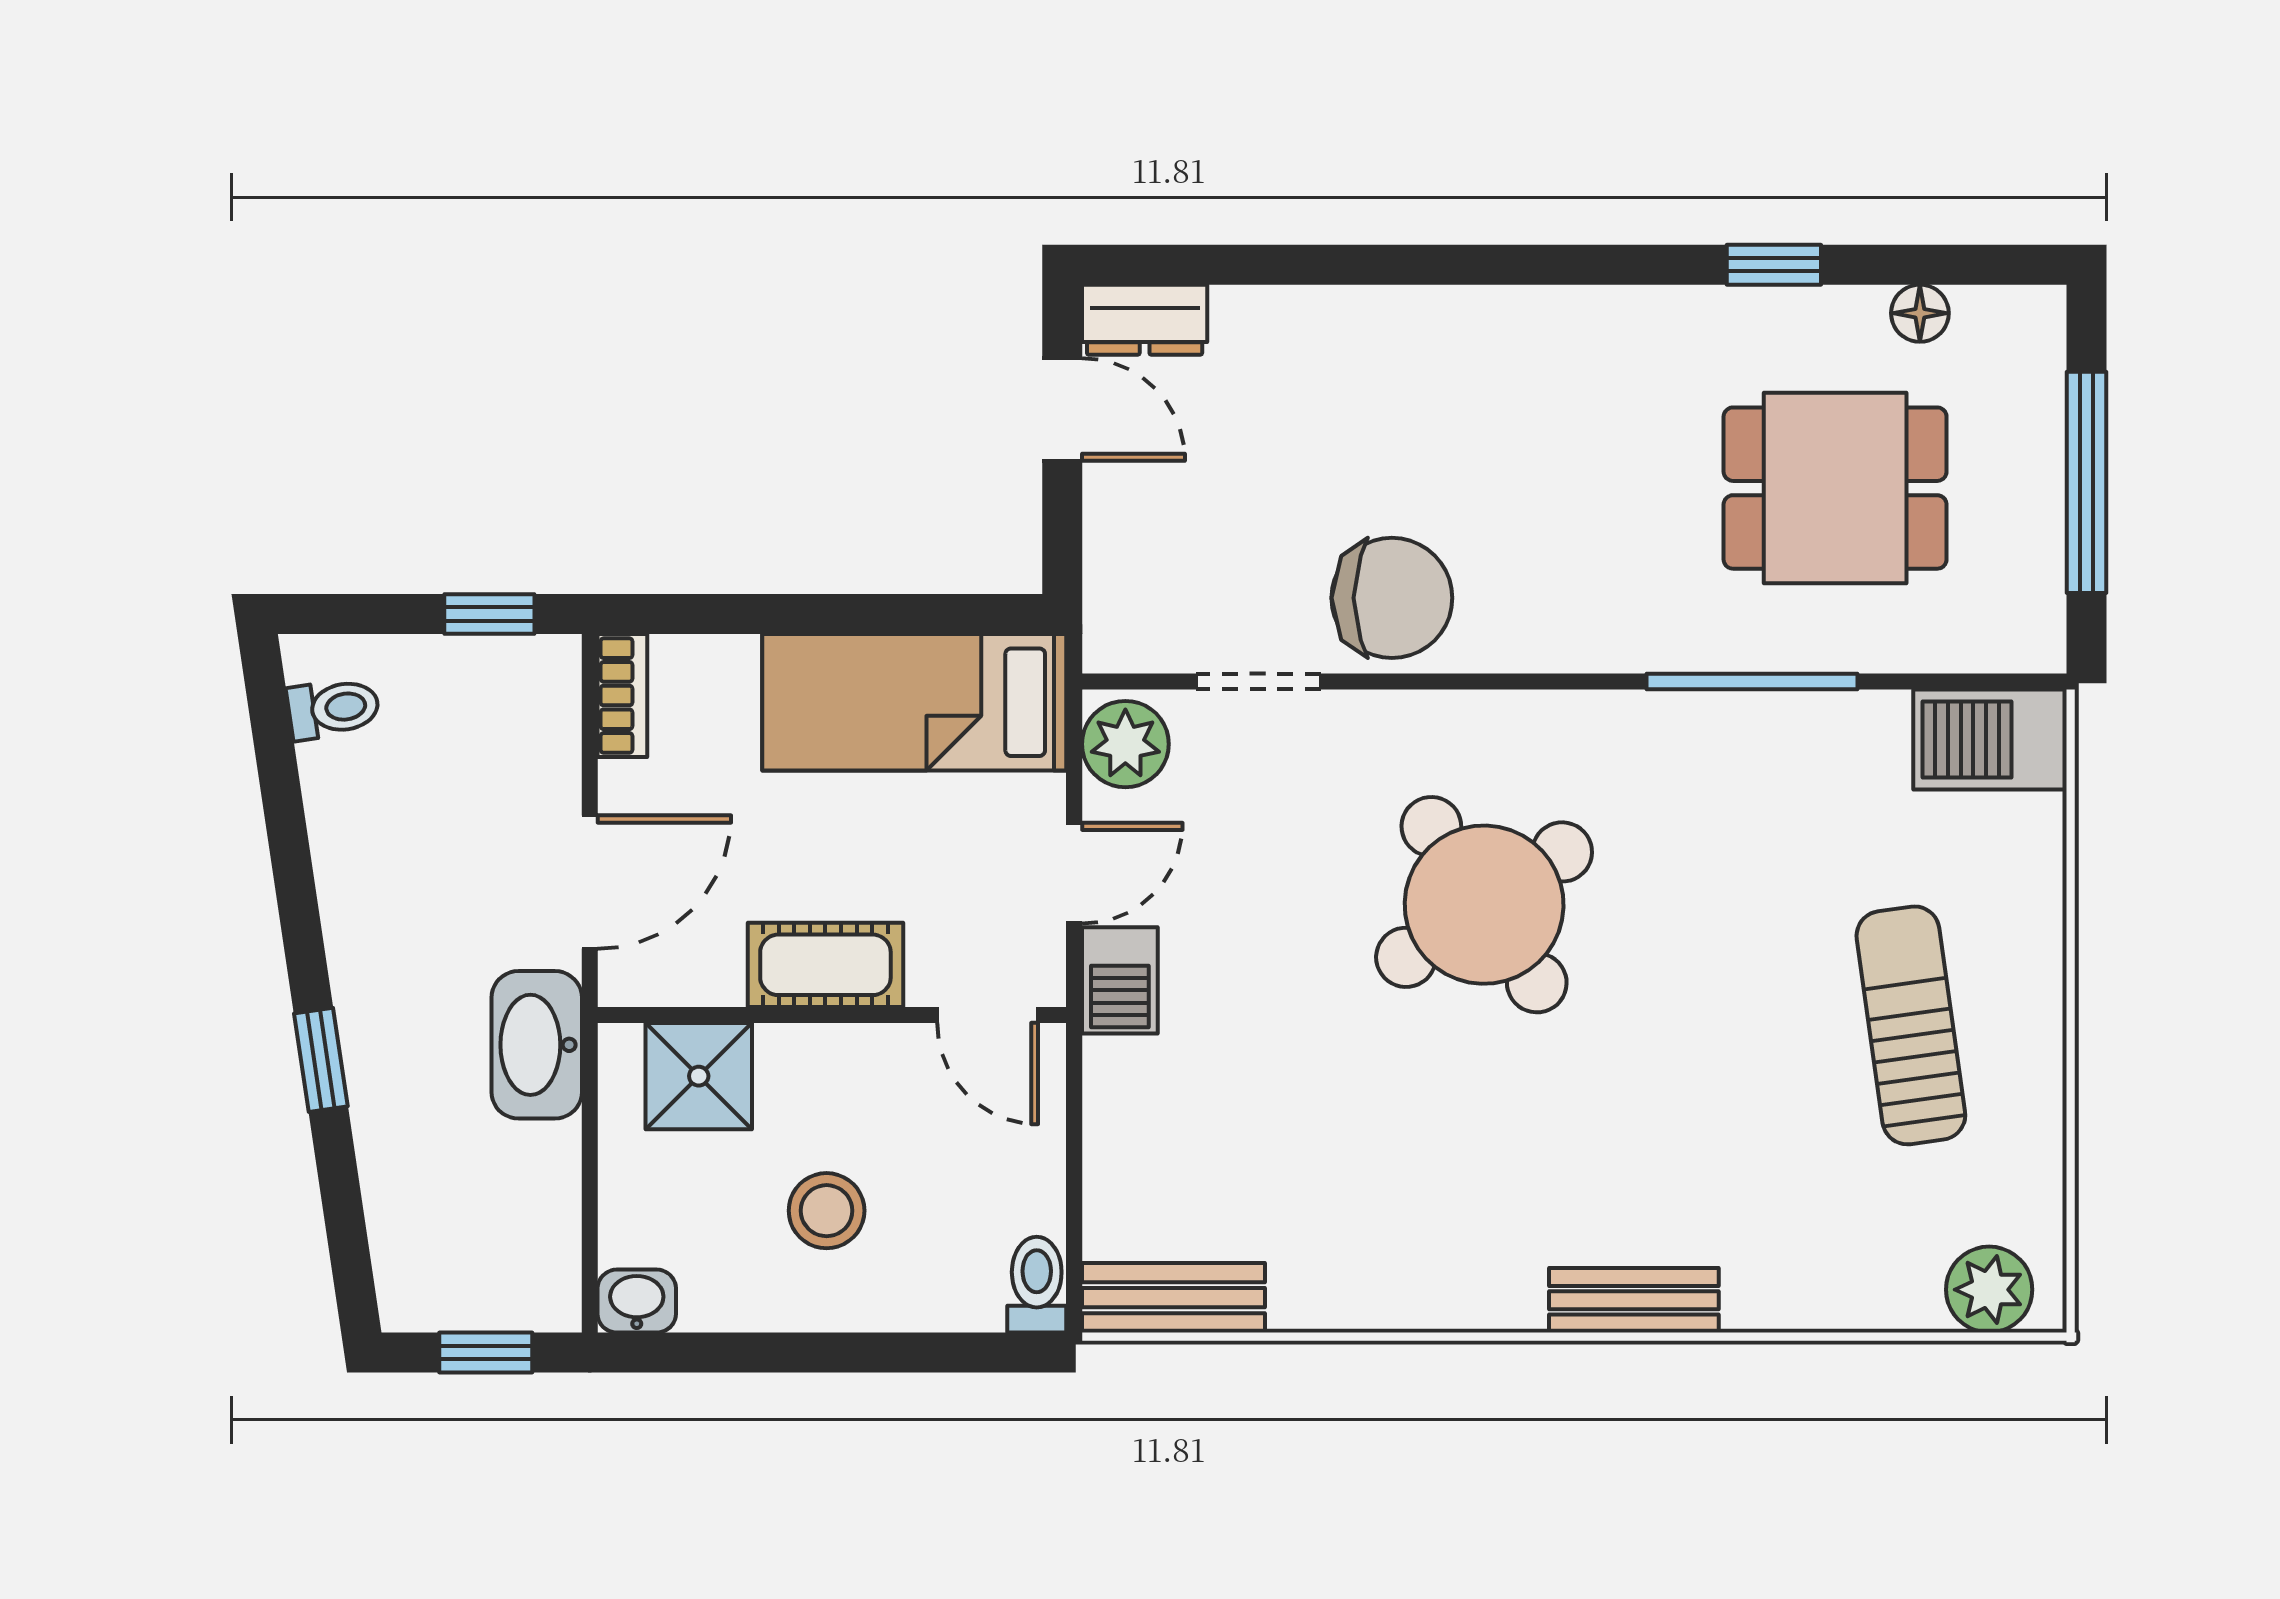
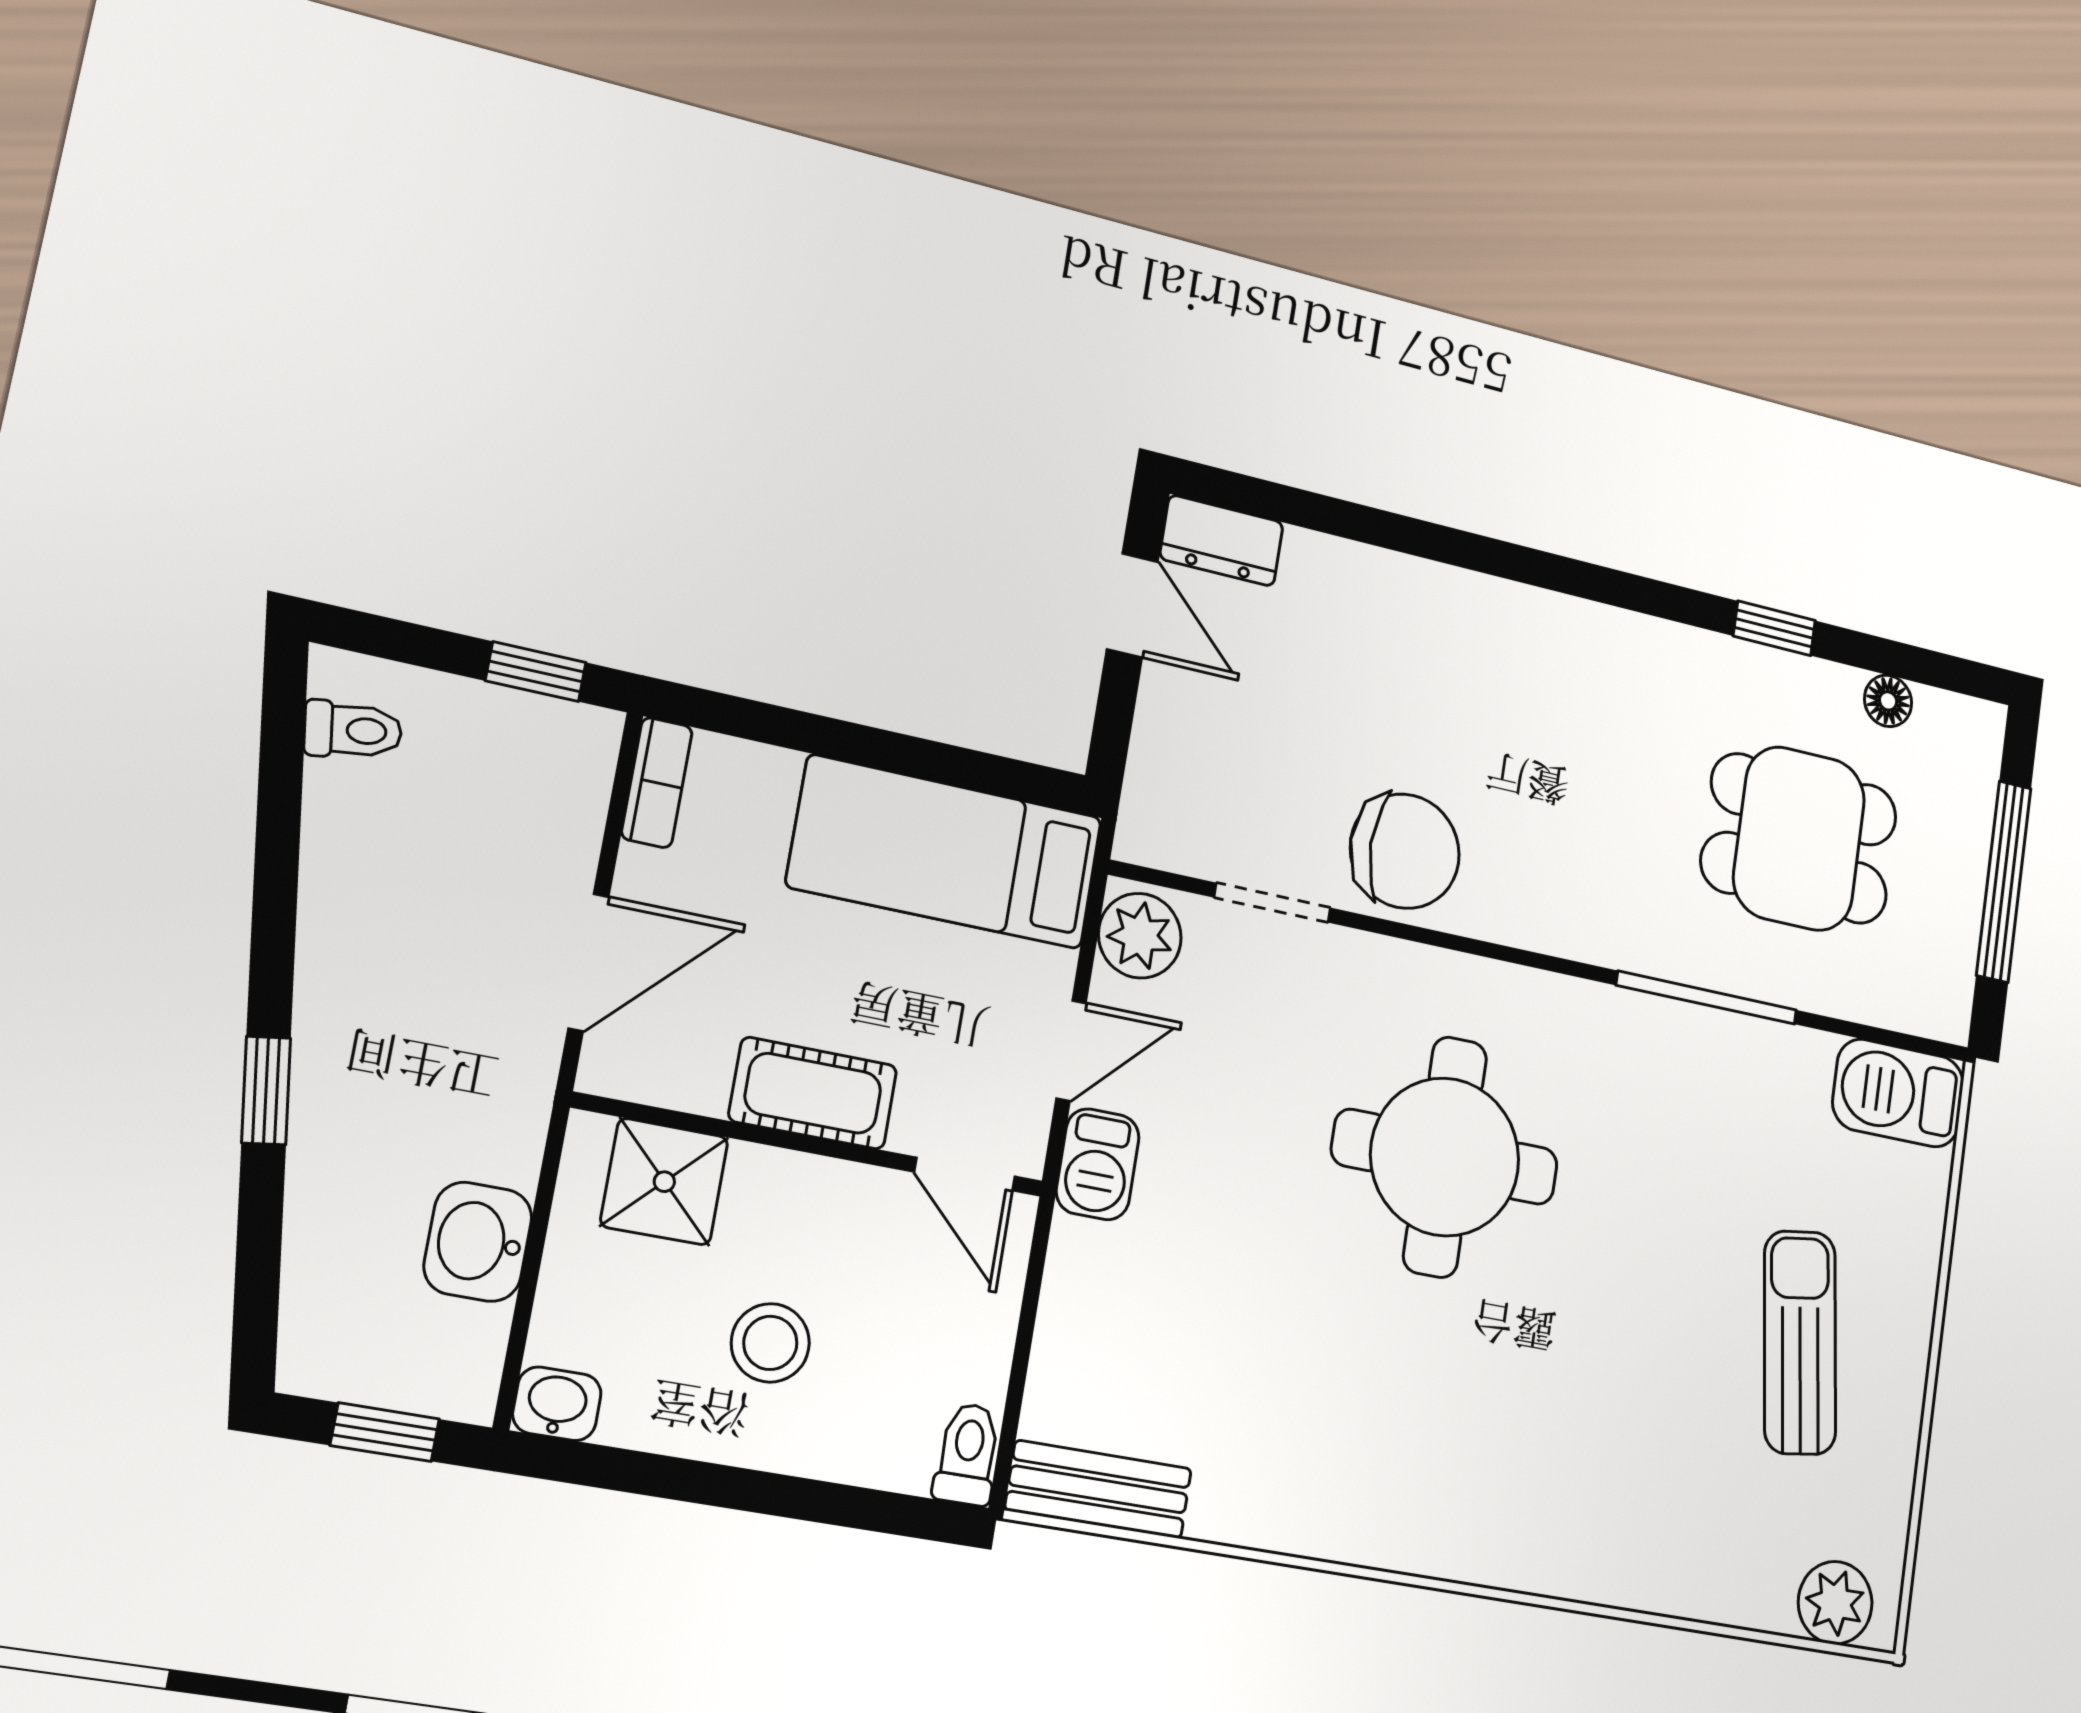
round table: (1484, 905) -> (1445, 1157), turned 34
washbasin: (537, 1045) -> (478, 1242), moved, width x0.72
bench: (1634, 1300) -> (1525, 1562), removed

